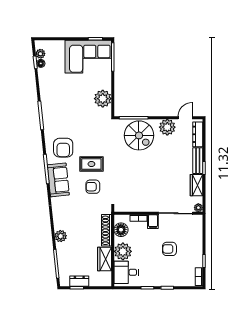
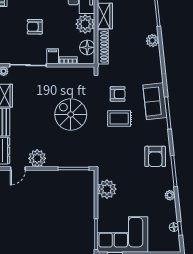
plant: (40, 54) -> (170, 195), moved
spiral stairs: (139, 135) -> (71, 115), moved
armchair: (63, 148) -> (155, 156), moved, turned 180
armchair: (169, 249) -> (35, 27), turned 180

